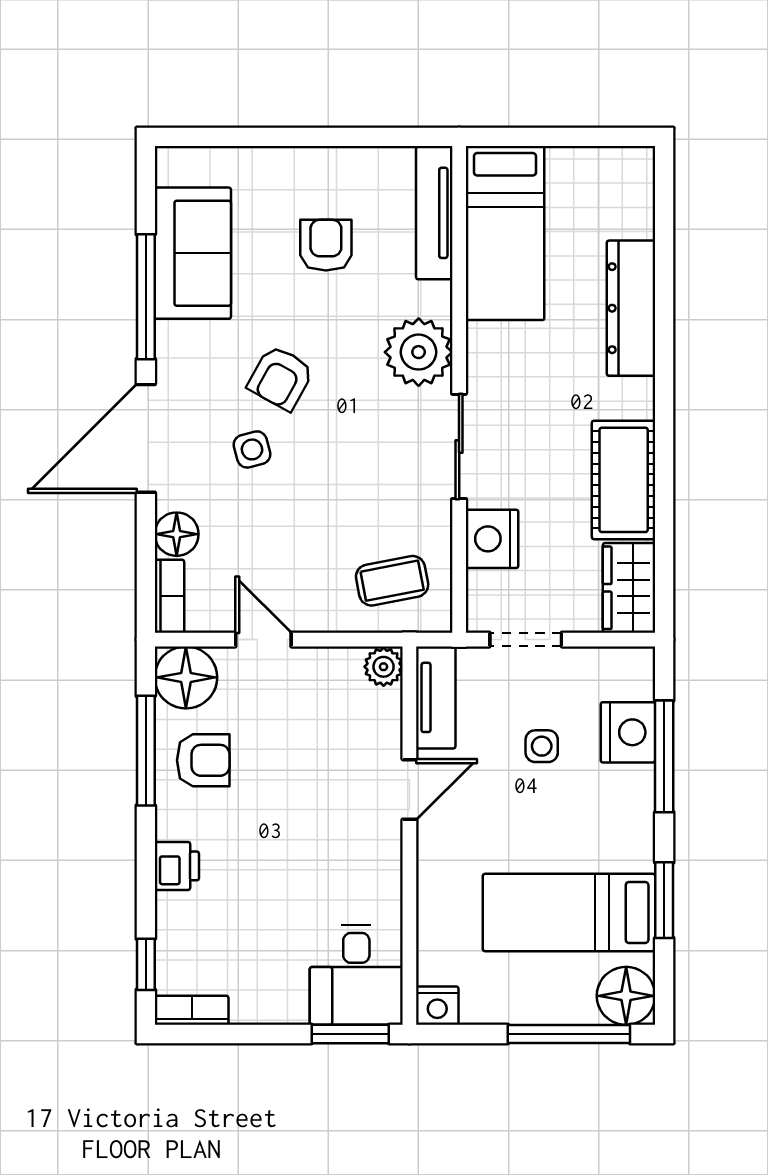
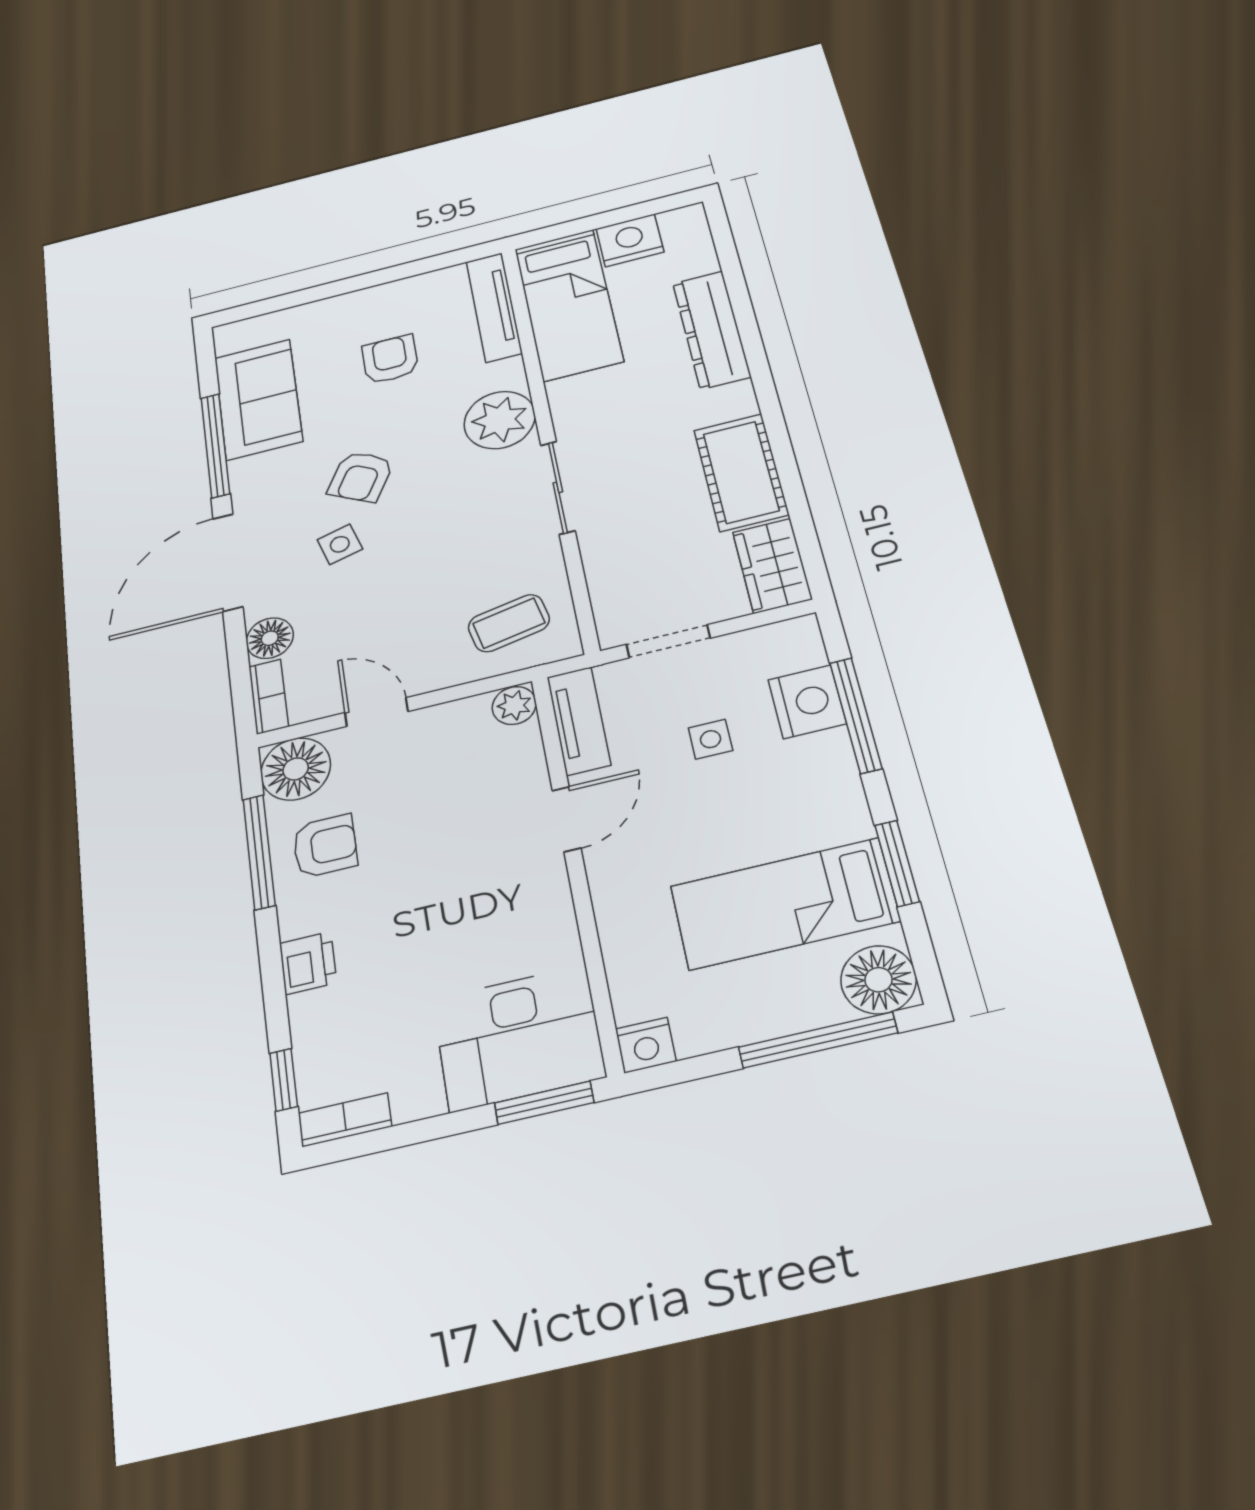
nightstand: (492, 539) -> (630, 240), moved, turned 90
desk: (356, 975) -> (519, 1038), width x1.37

